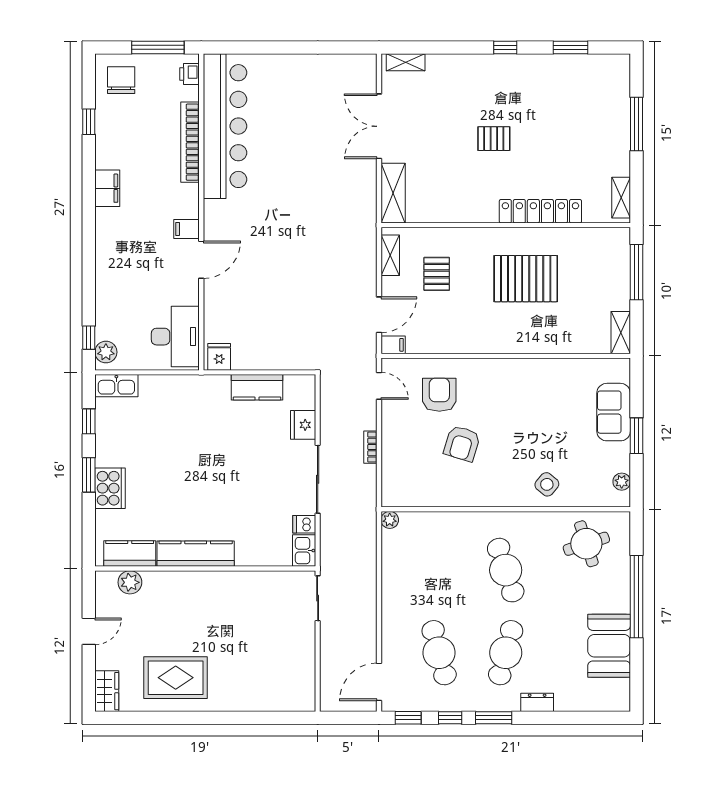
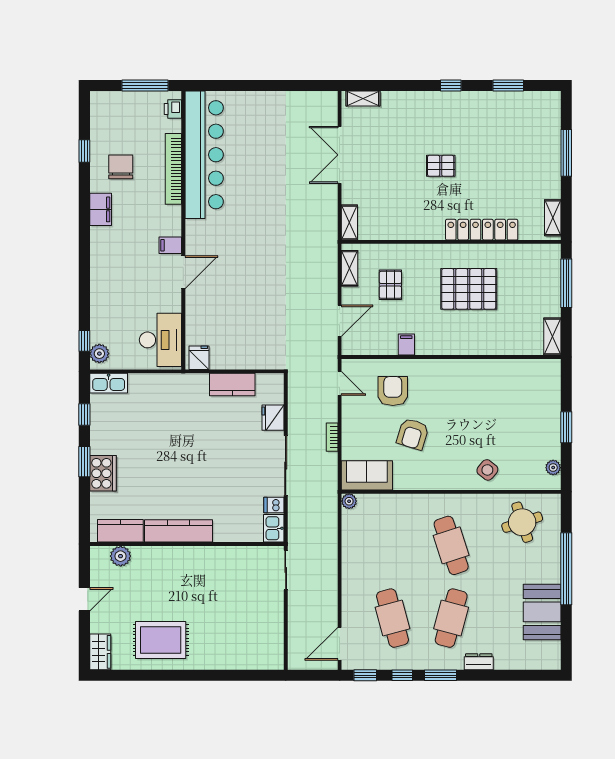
chair: (121, 80) -> (121, 167), moved
shelving: (393, 193) -> (349, 223), width x0.67, depth x0.75
filing cabinet: (393, 345) -> (406, 345), moved, turned -90
sofa: (614, 412) -> (367, 475), moved, turned 90

